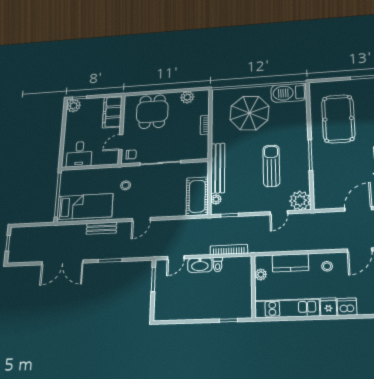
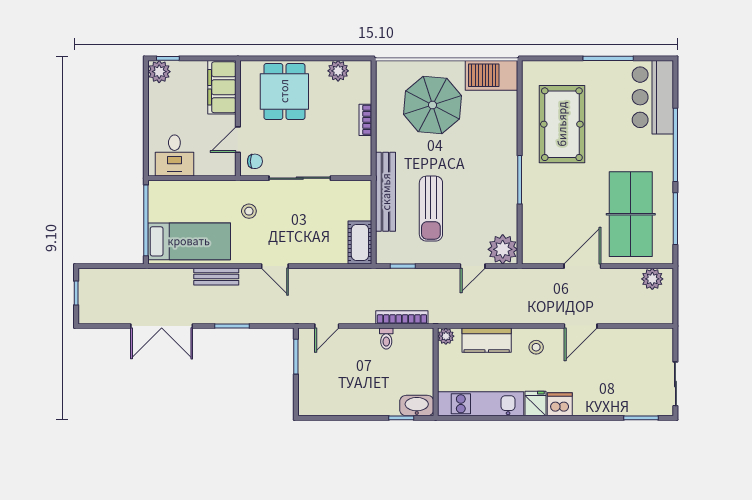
sun lounger: (271, 166) -> (431, 209), moved, turned 180
cot: (197, 196) -> (360, 242), width x0.73, depth x0.75
plant: (216, 199) -> (383, 241), removed
door: (141, 219) -> (275, 266), hinge flipped
washbasin: (200, 265) -> (417, 406), moved, turned 180
plant: (261, 275) -> (446, 336), moved

